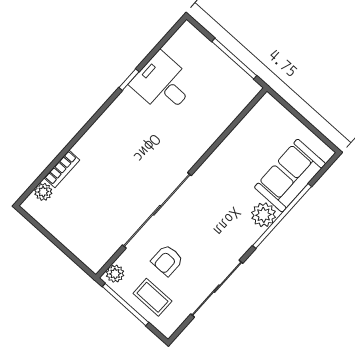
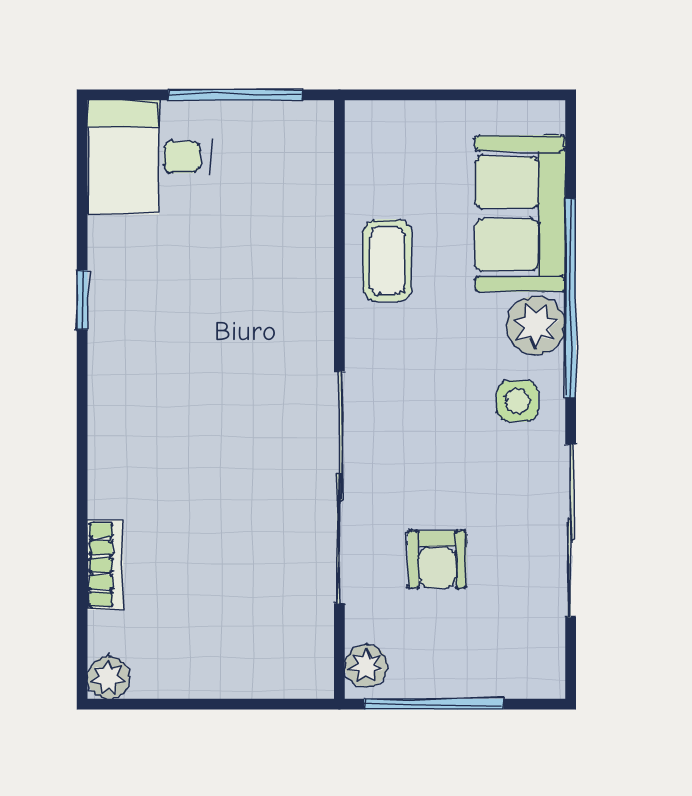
desk: (163, 84) -> (149, 157), moved
plant: (43, 192) -> (109, 678), moved
side table: (237, 233) -> (517, 401), added
coffee table: (152, 297) -> (387, 260), moved, turned 90

